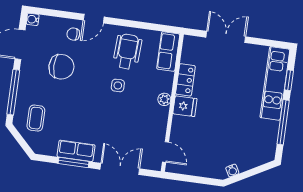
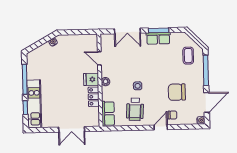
door: (165, 152) -> (99, 58), moved

